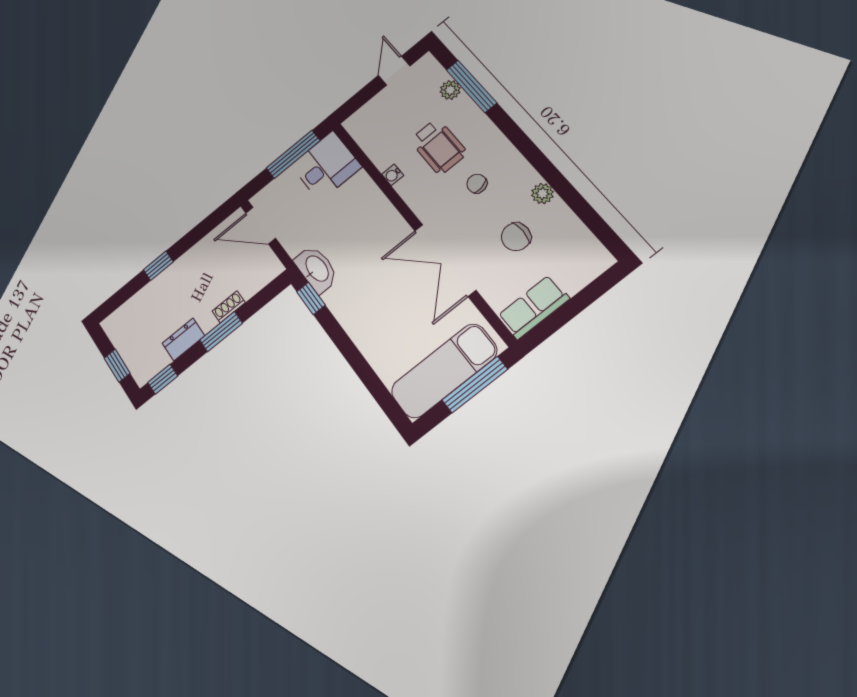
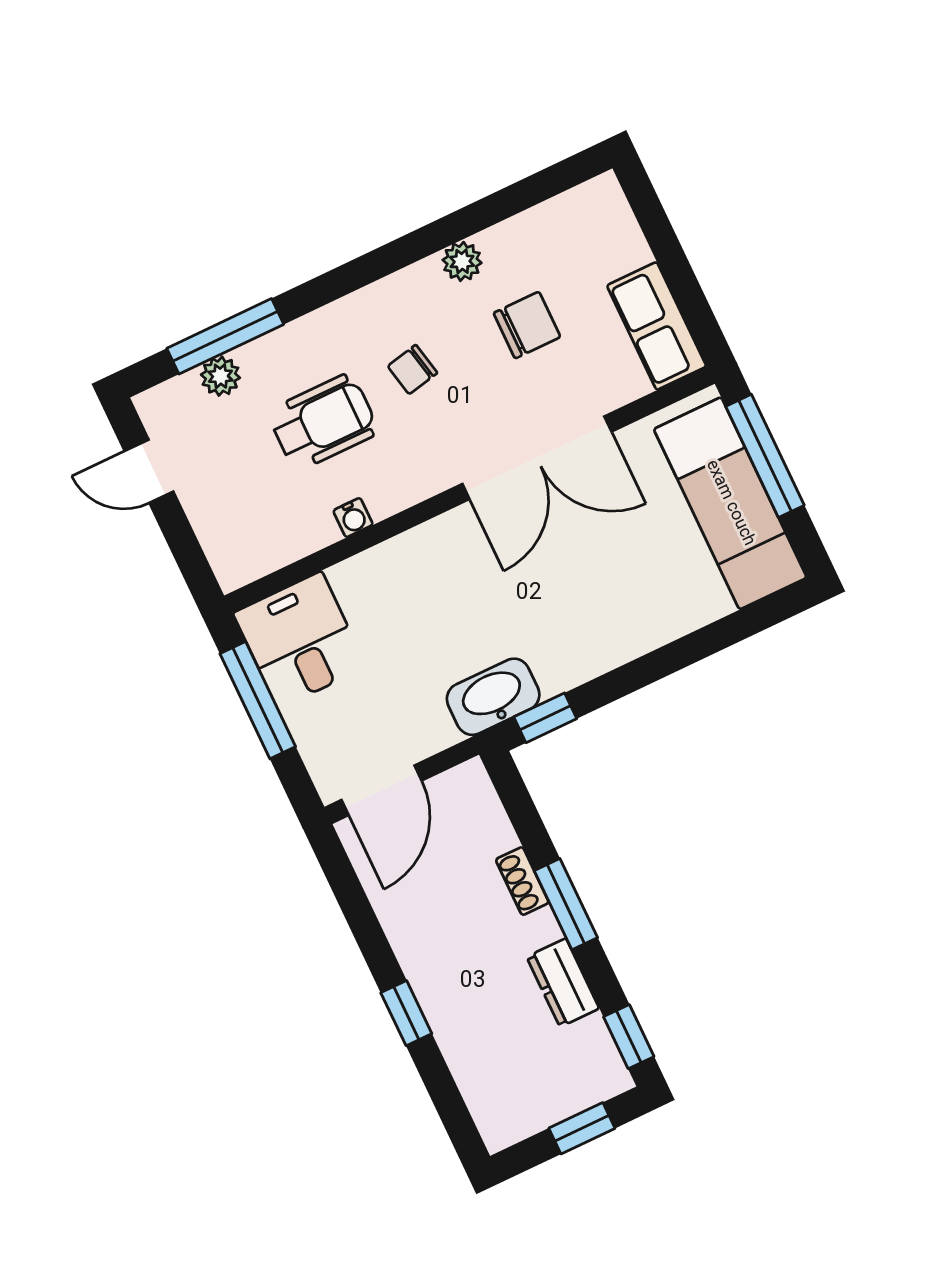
chair: (516, 237) -> (527, 325), turned -90

